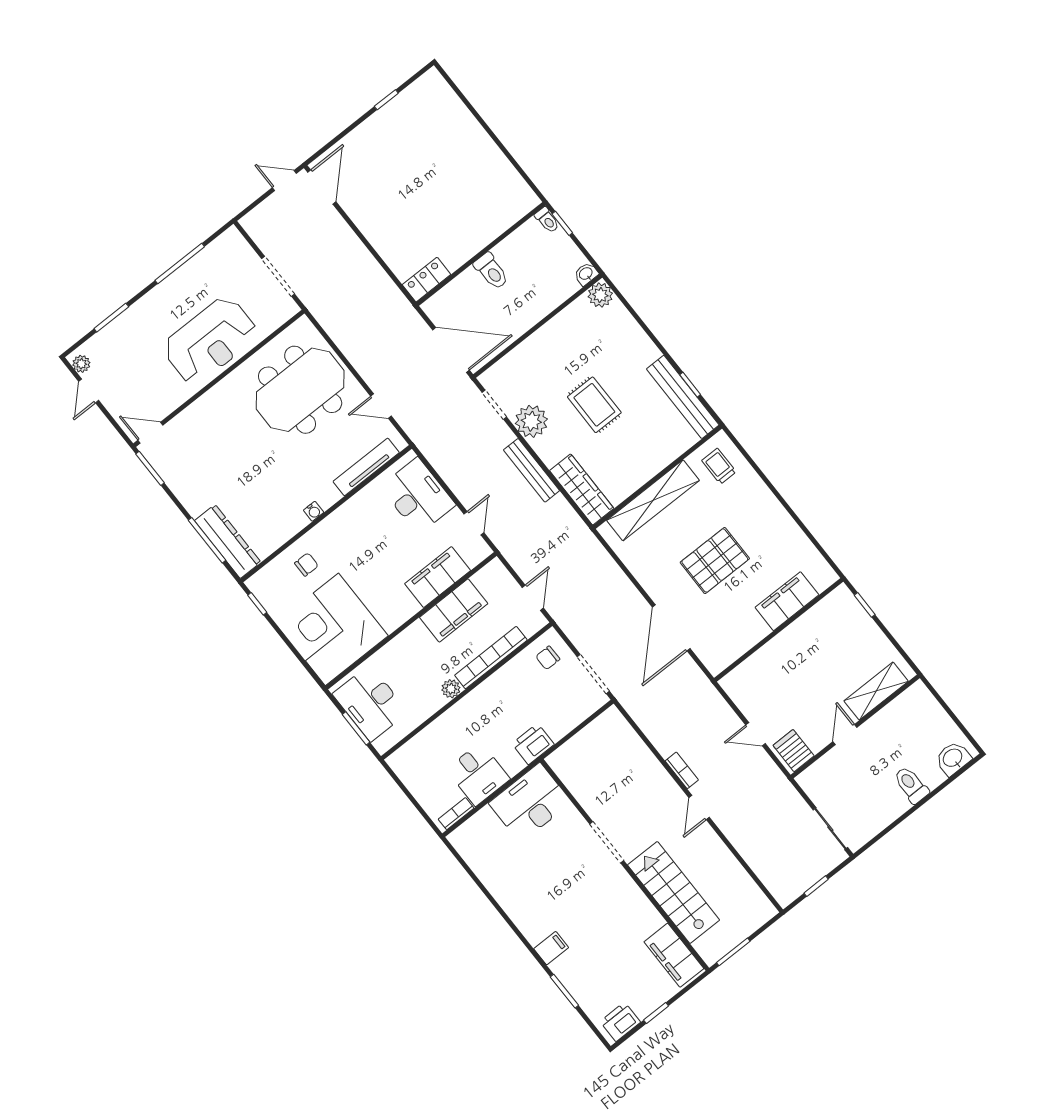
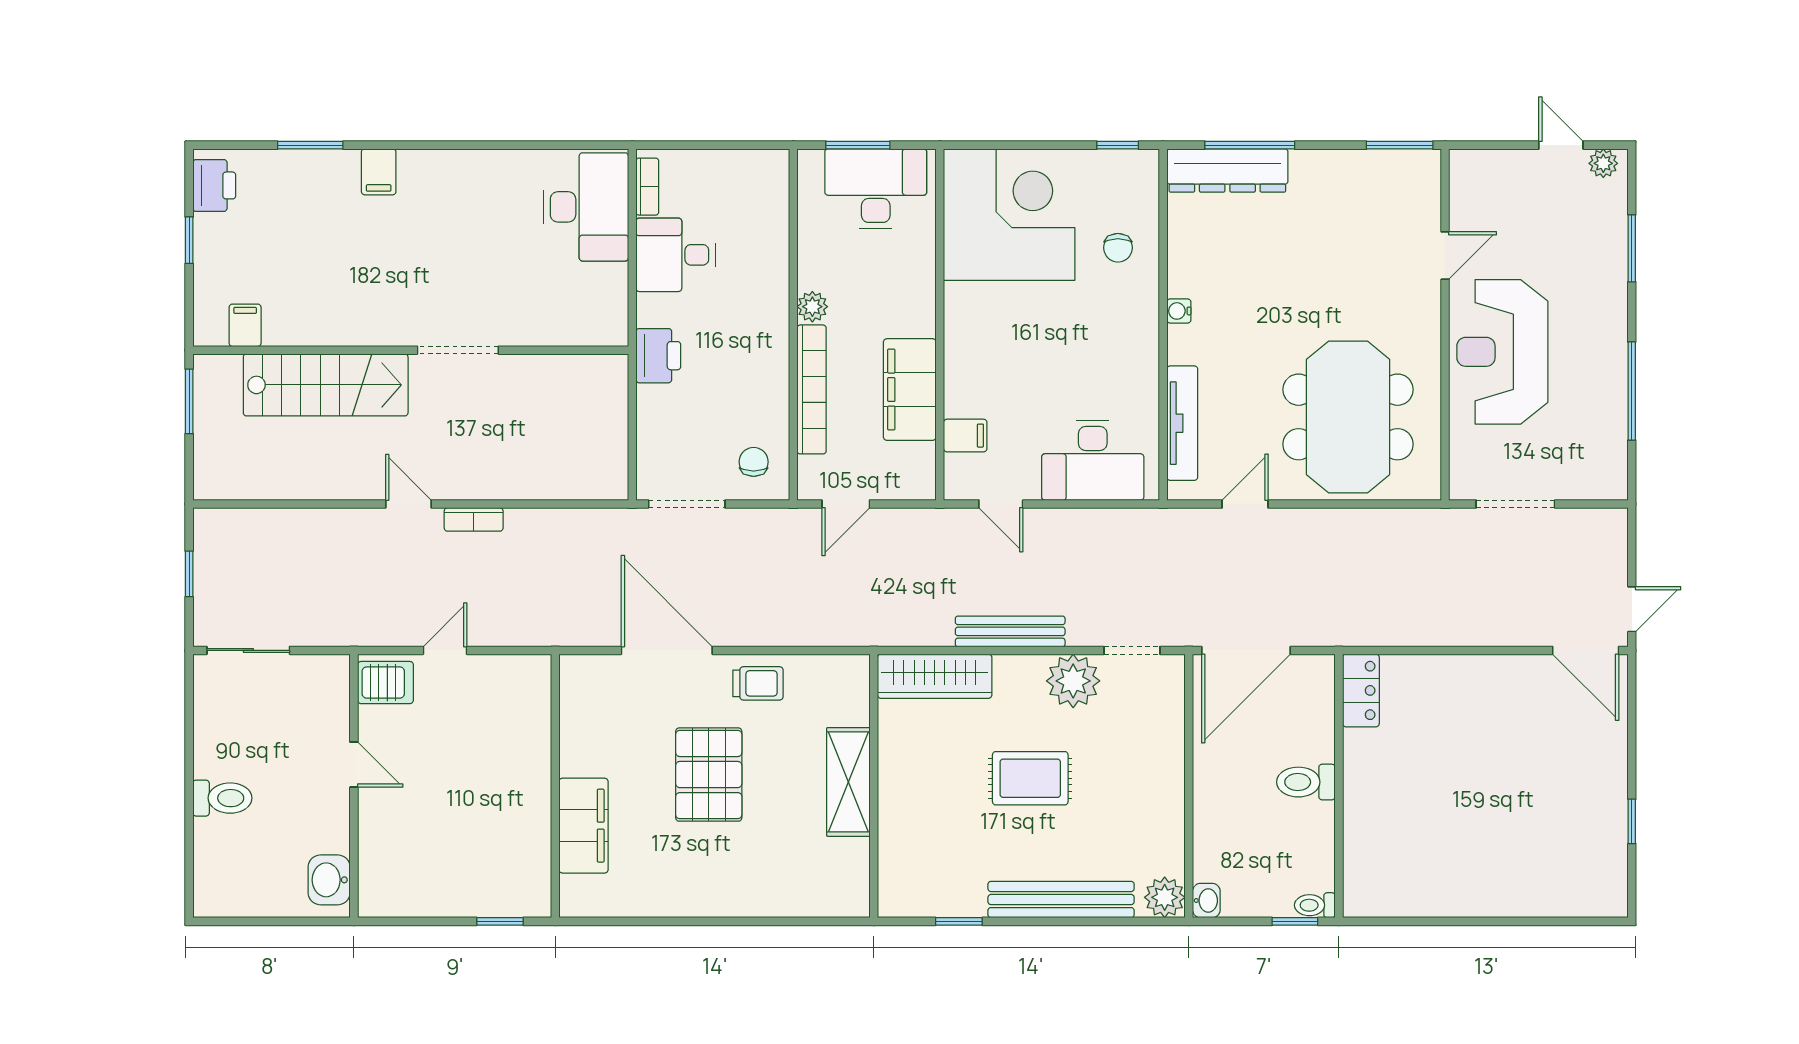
bench: (683, 397) -> (1061, 900), moved
door: (150, 433) -> (1445, 256), moved
trolley: (719, 466) -> (758, 683), moved
shelving: (653, 500) -> (848, 782), width x0.68
filing cabinet: (438, 577) -> (965, 436), width x0.33, depth x0.86
door: (533, 598) -> (846, 504), hinge flipped
shelving: (876, 691) -> (378, 849), removed
washbasin: (953, 758) -> (329, 880), moved, turned 180
desk: (530, 803) -> (586, 207), moved
filing cabinet: (674, 955) -> (245, 325), width x0.33, depth x0.86

